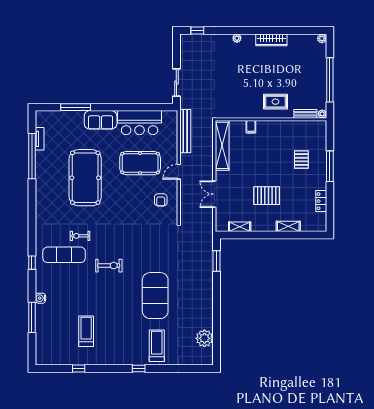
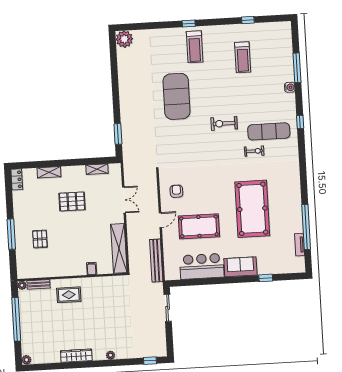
window: (76, 107) -> (266, 278), width x0.46
locker: (321, 201) -> (17, 179), moved
plant: (204, 338) -> (124, 39), moved
treadmill: (157, 346) -> (195, 47), moved

